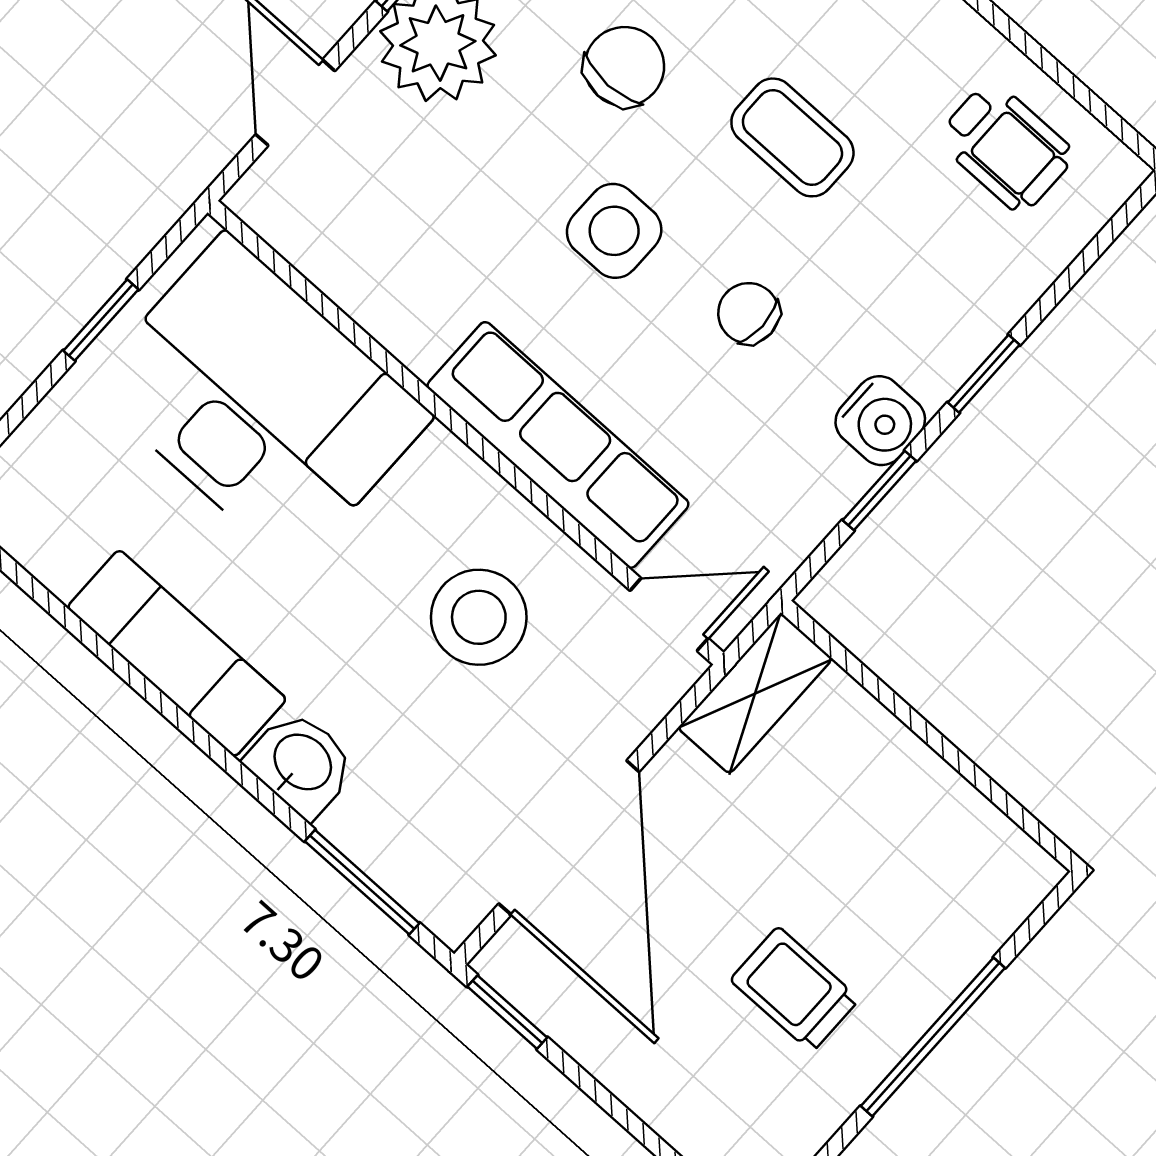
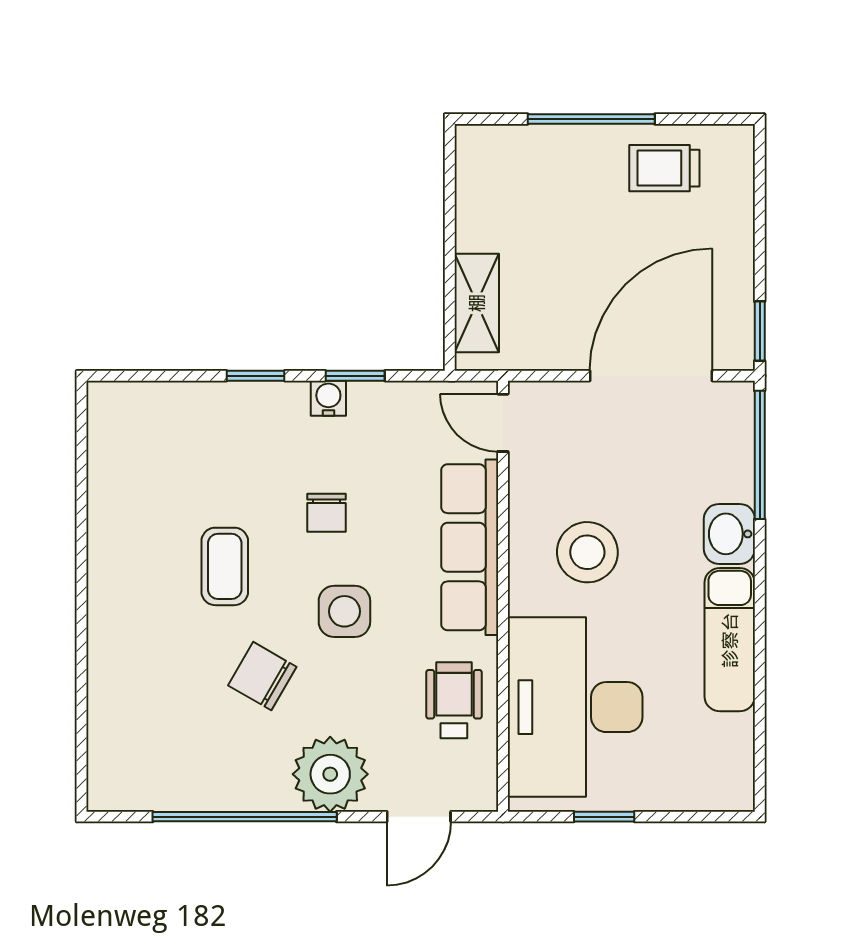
chair: (624, 66) -> (262, 676), turned 30
wheelchair: (1006, 147) -> (454, 700), moved
water cooler: (880, 421) -> (328, 398), width x0.72, depth x0.72
stool: (479, 617) -> (587, 552), moved
shelving: (755, 693) -> (477, 303), moved, turned 90
window: (362, 882) -> (760, 455), width x1.44
trolley: (795, 989) -> (664, 168), moved, turned 90

